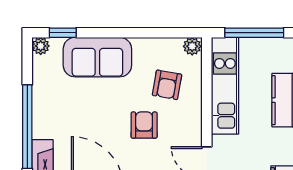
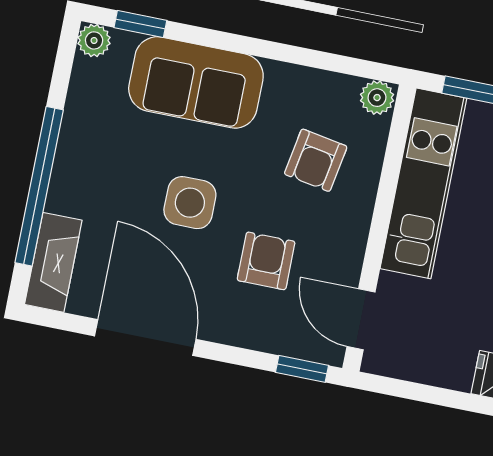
side table: (107, 120) -> (190, 203), added
armchair: (144, 125) -> (266, 261), moved

